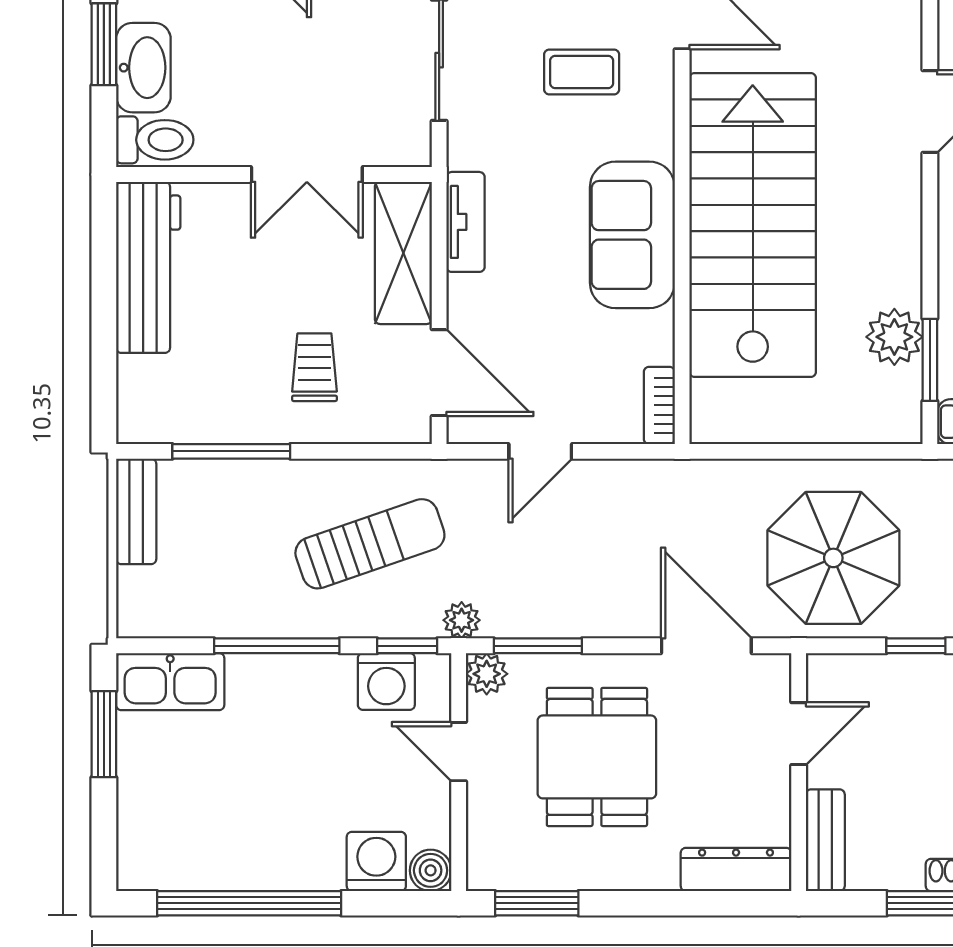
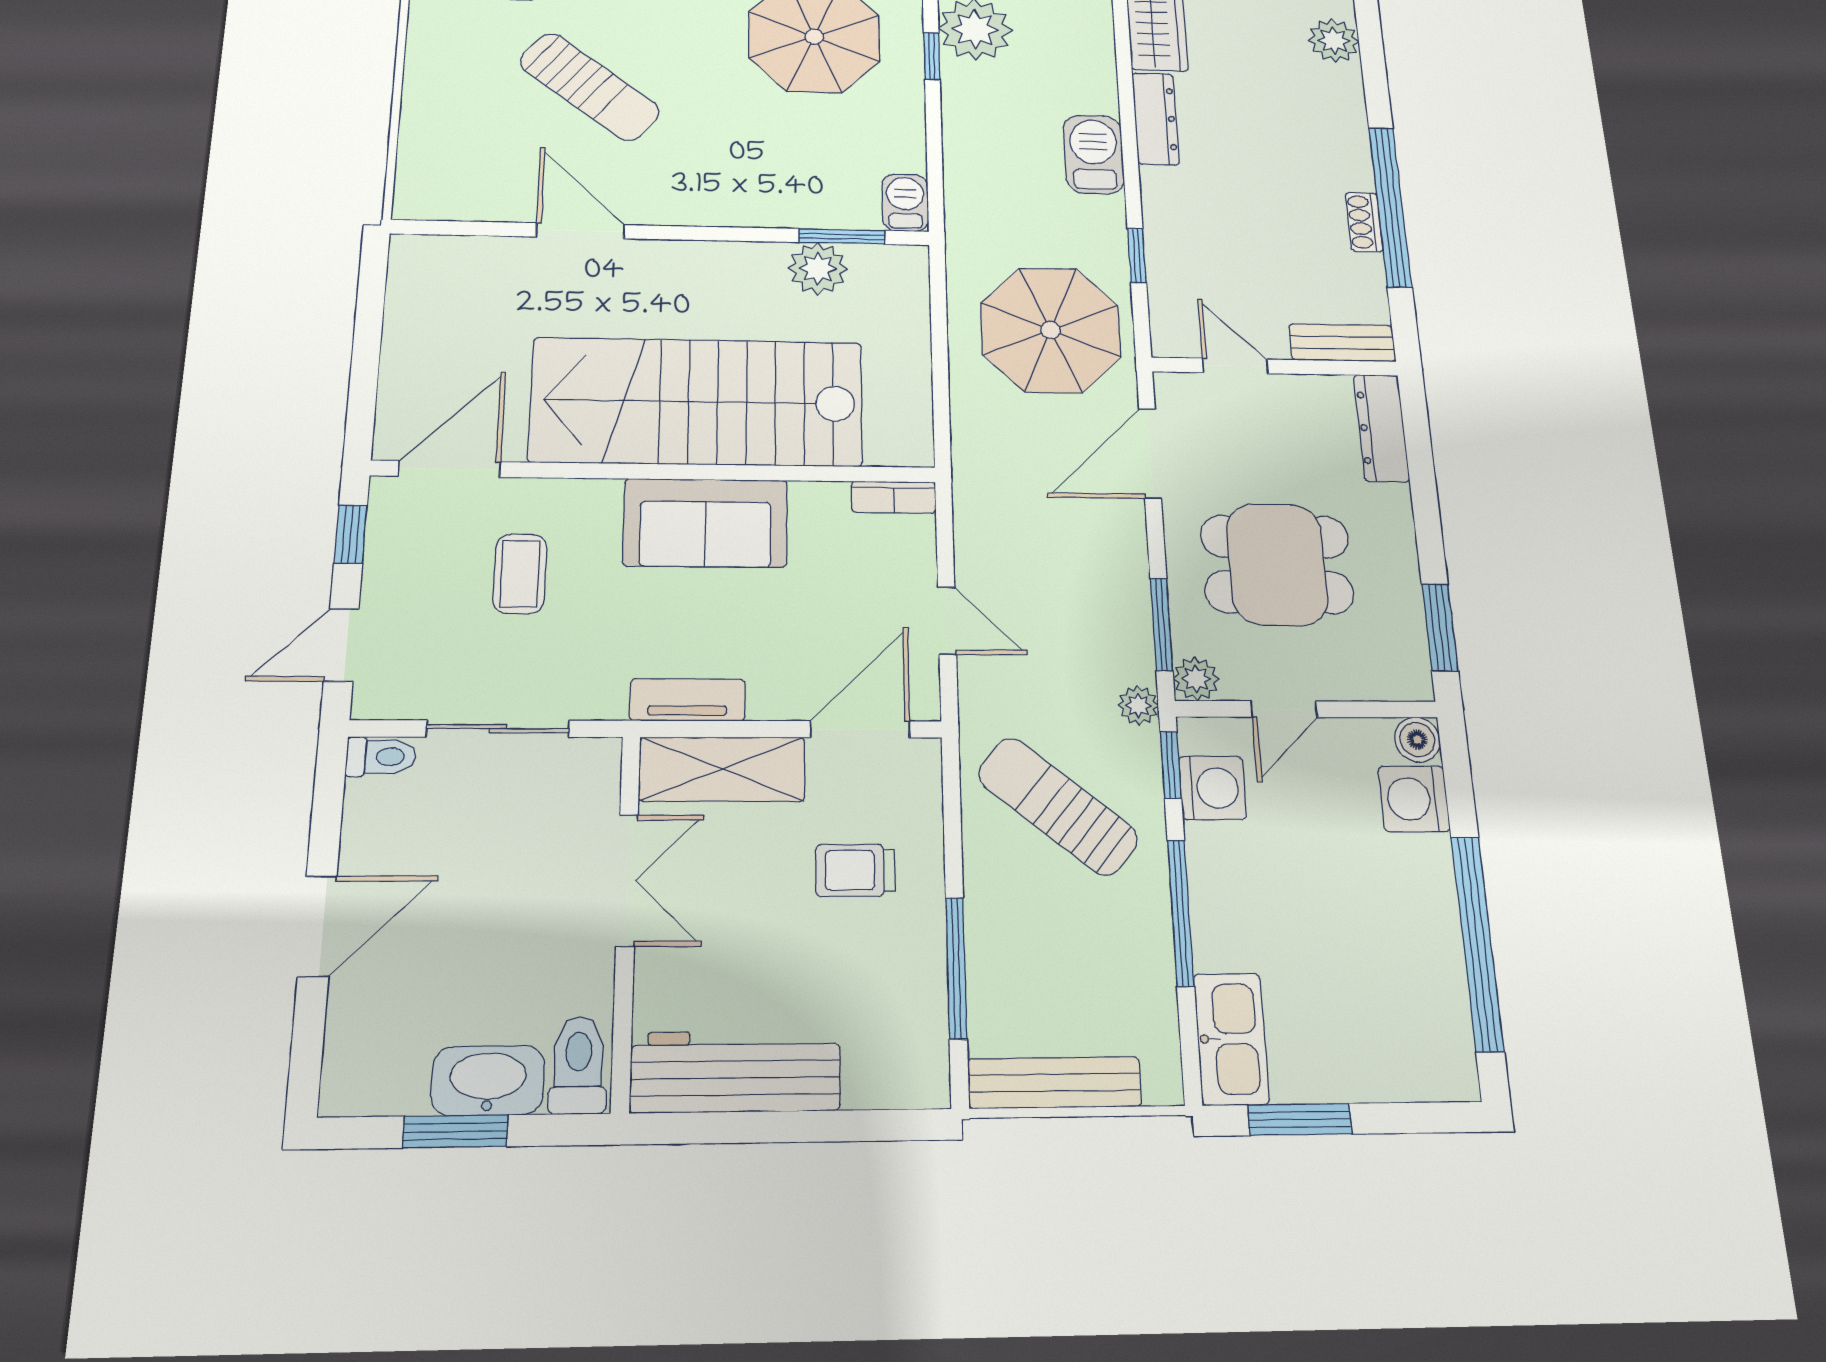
bench: (136, 511) -> (1055, 1083), width x1.36
sun lounger: (370, 544) -> (1058, 806), turned -32

